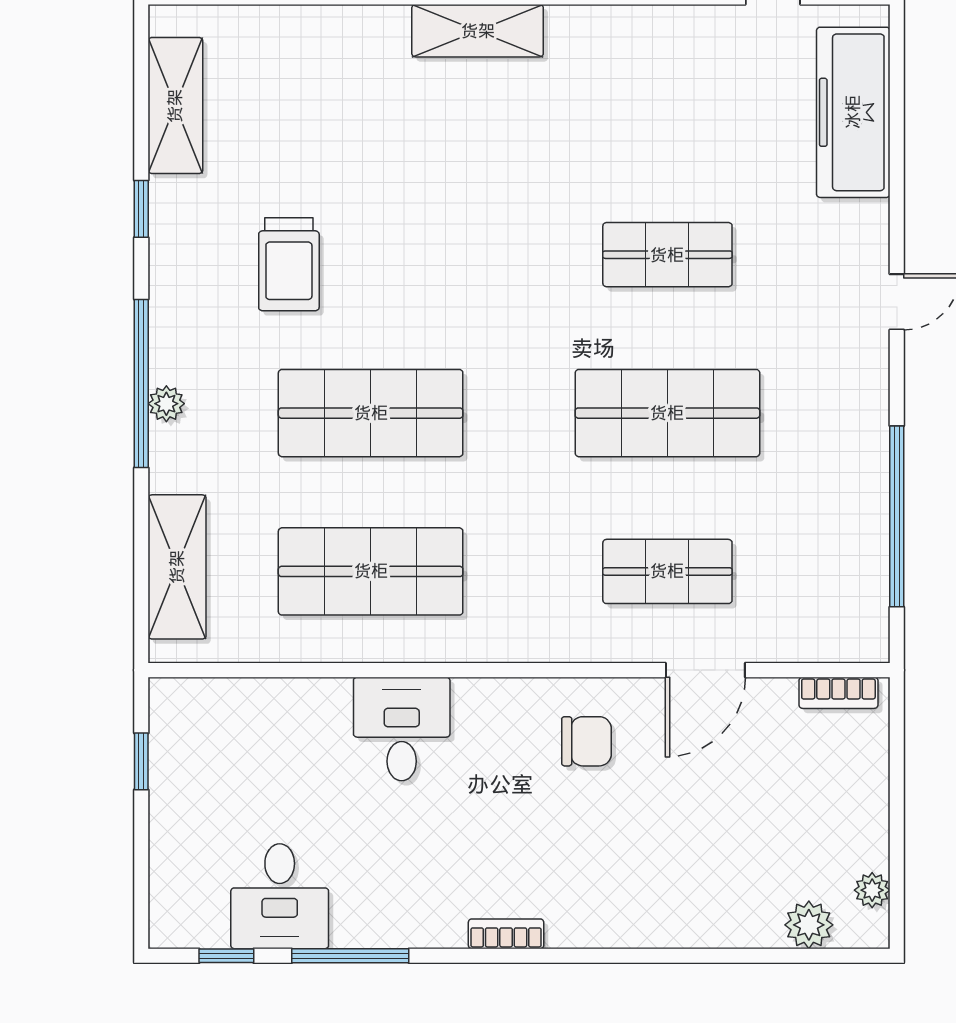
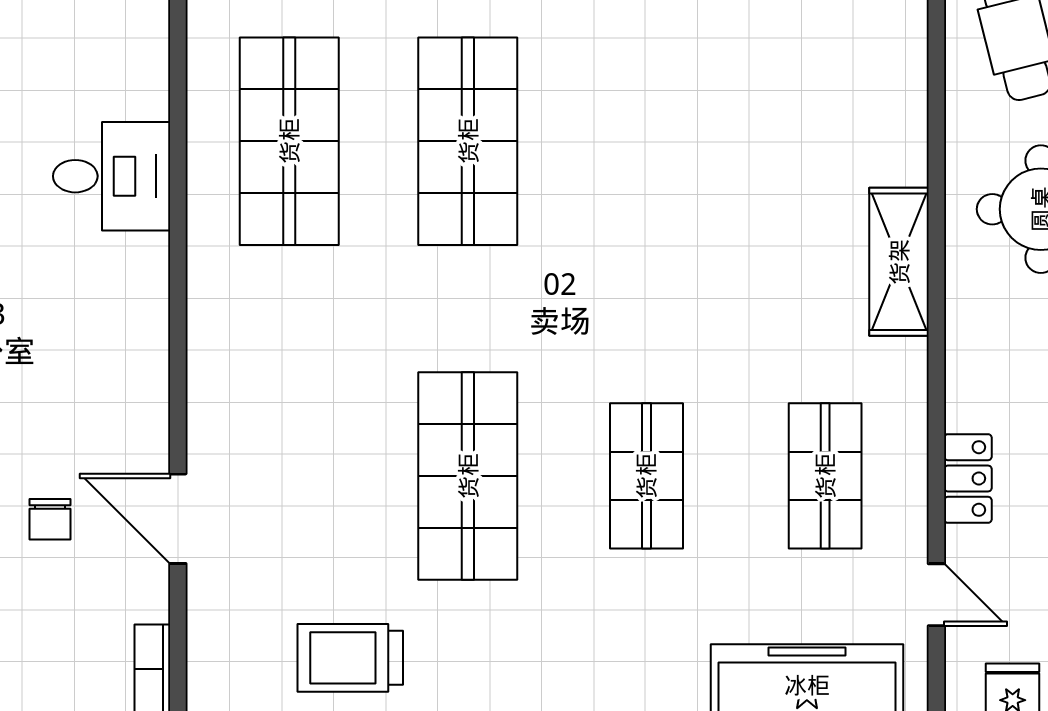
trolley: (289, 264) -> (350, 658), moved
shop shelf: (667, 571) -> (825, 476), moved
chair: (586, 741) -> (50, 519), moved, width x0.73, depth x0.73

